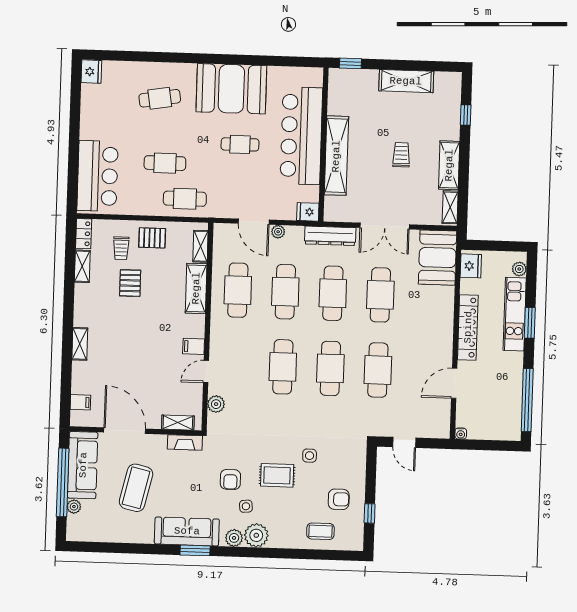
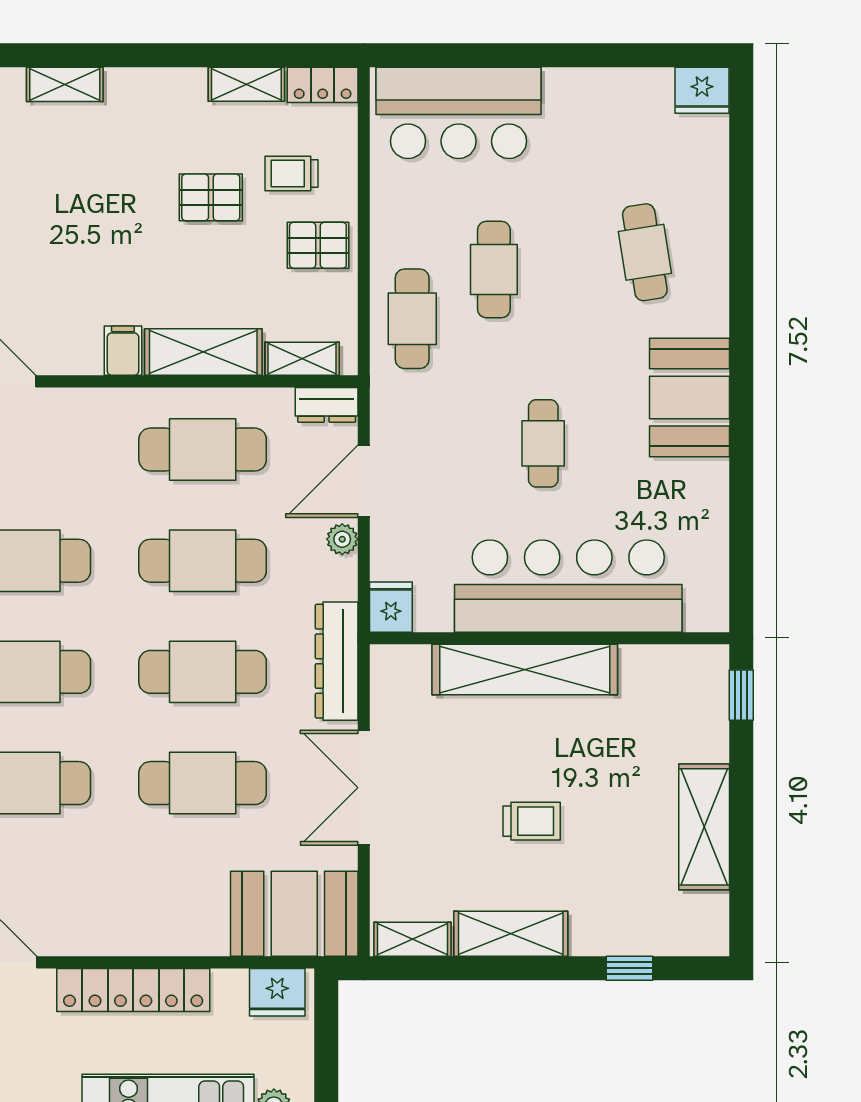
booth: (231, 89) -> (690, 397), width x0.73, depth x0.70
dresser: (220, 236) -> (327, 405), added
pallet: (152, 238) -> (318, 245), turned 90
filing cabinet: (194, 346) -> (123, 351), moved

